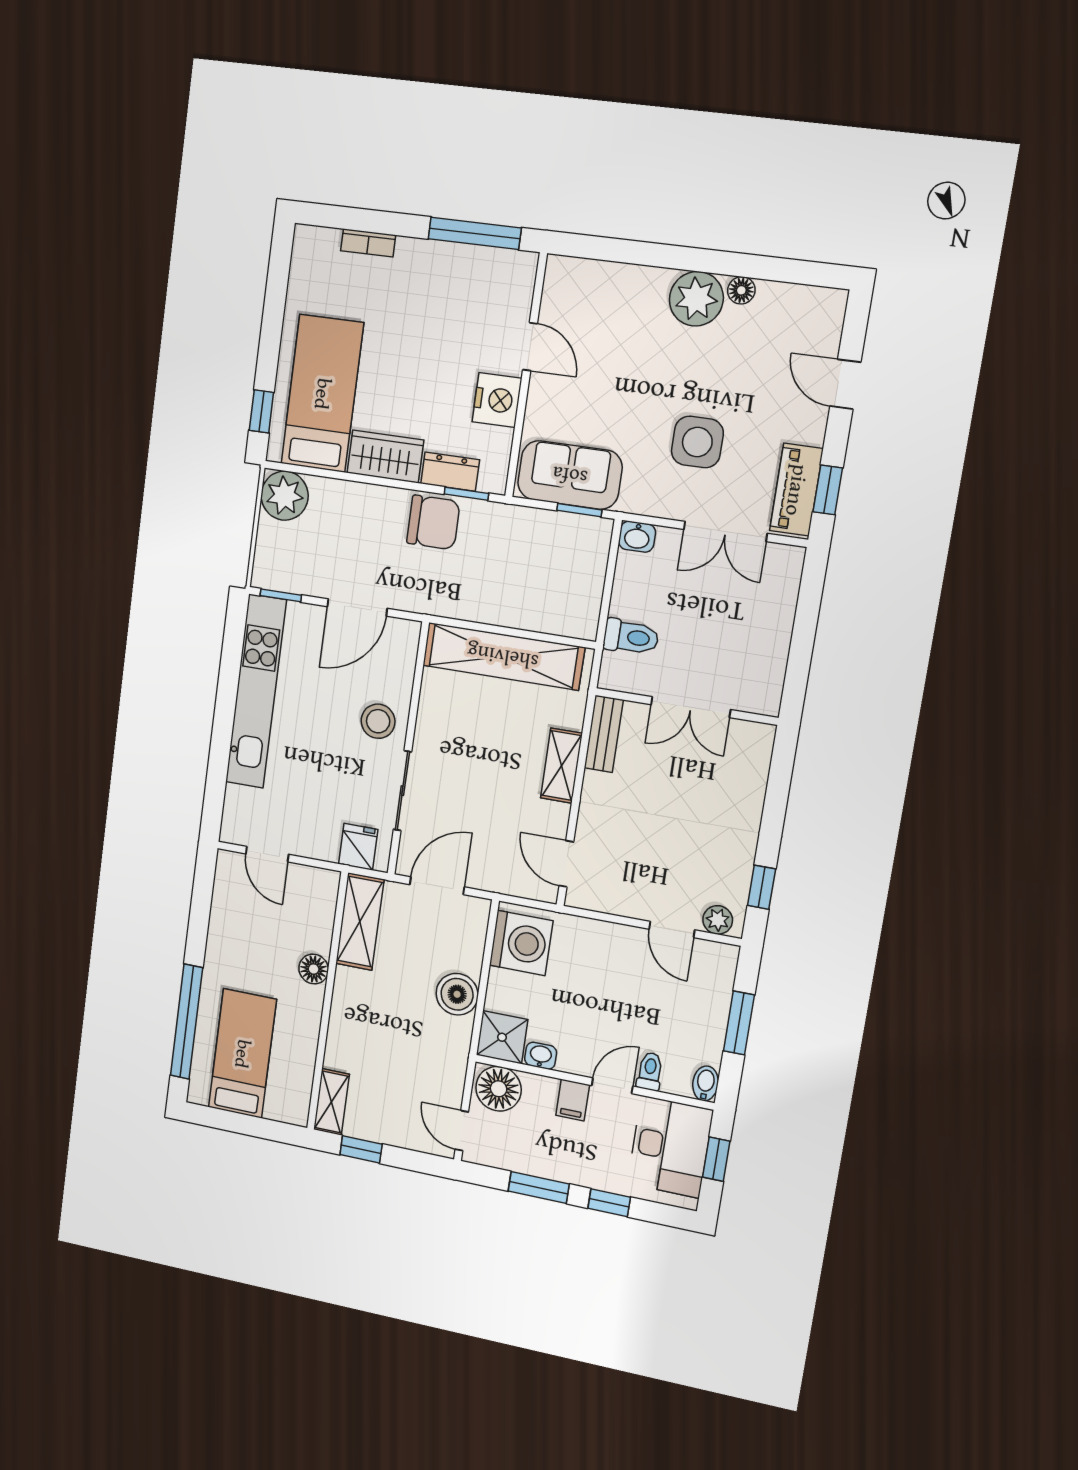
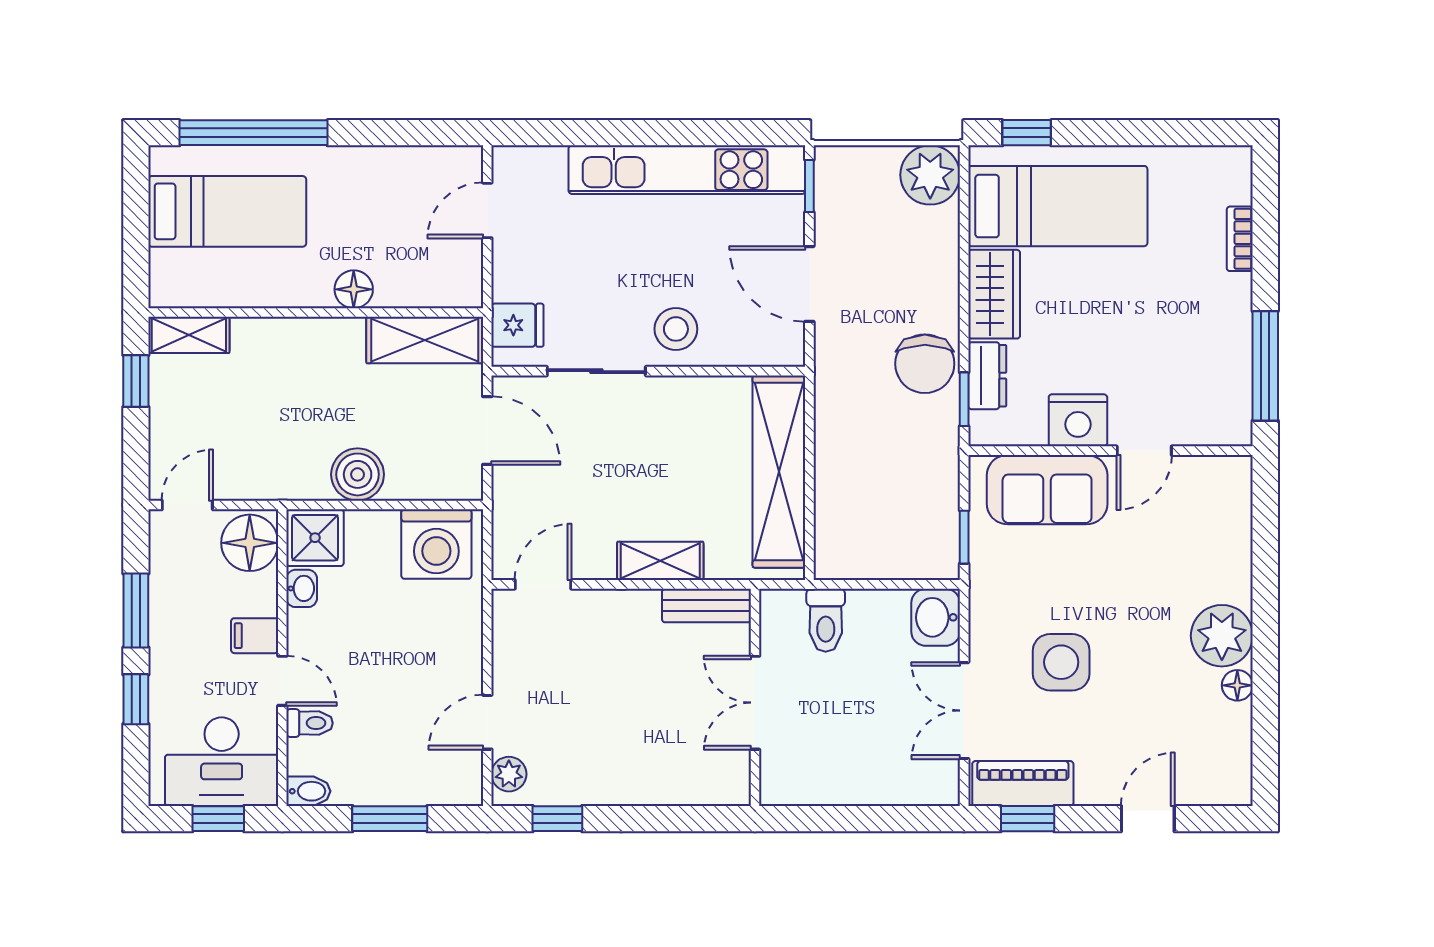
sofa: (570, 475) -> (1047, 490), moved, turned 90
washbasin: (637, 537) -> (936, 617), width x1.38, depth x1.45

